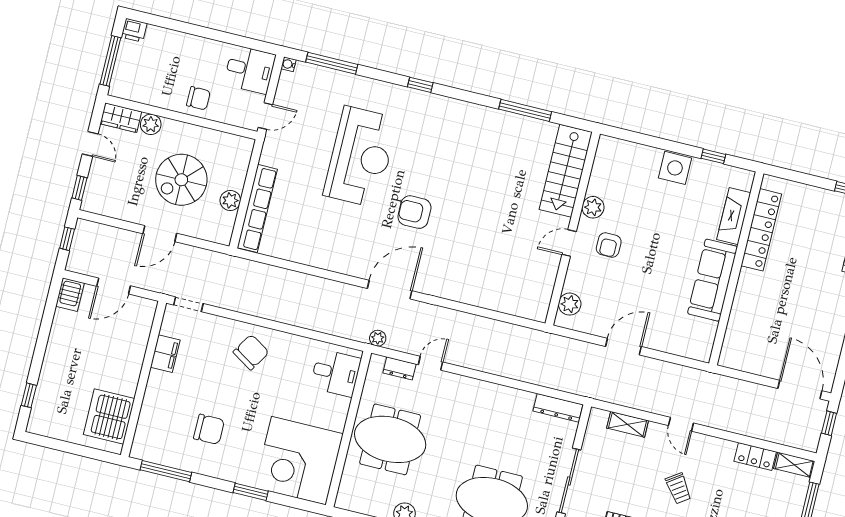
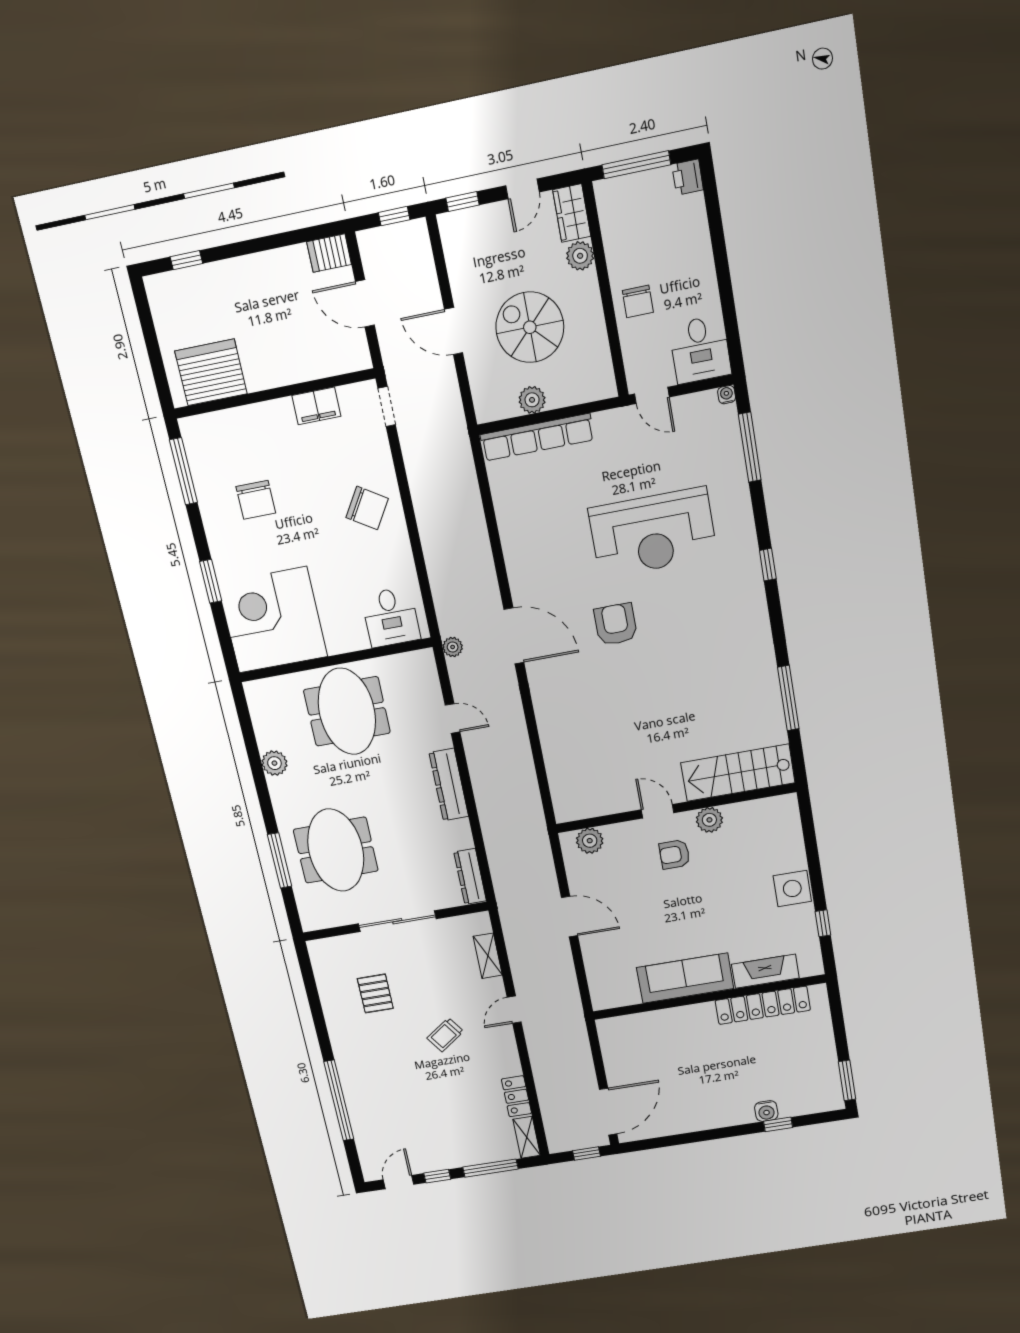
dresser: (400, 368) -> (449, 785), moved, width x1.96, depth x1.24

